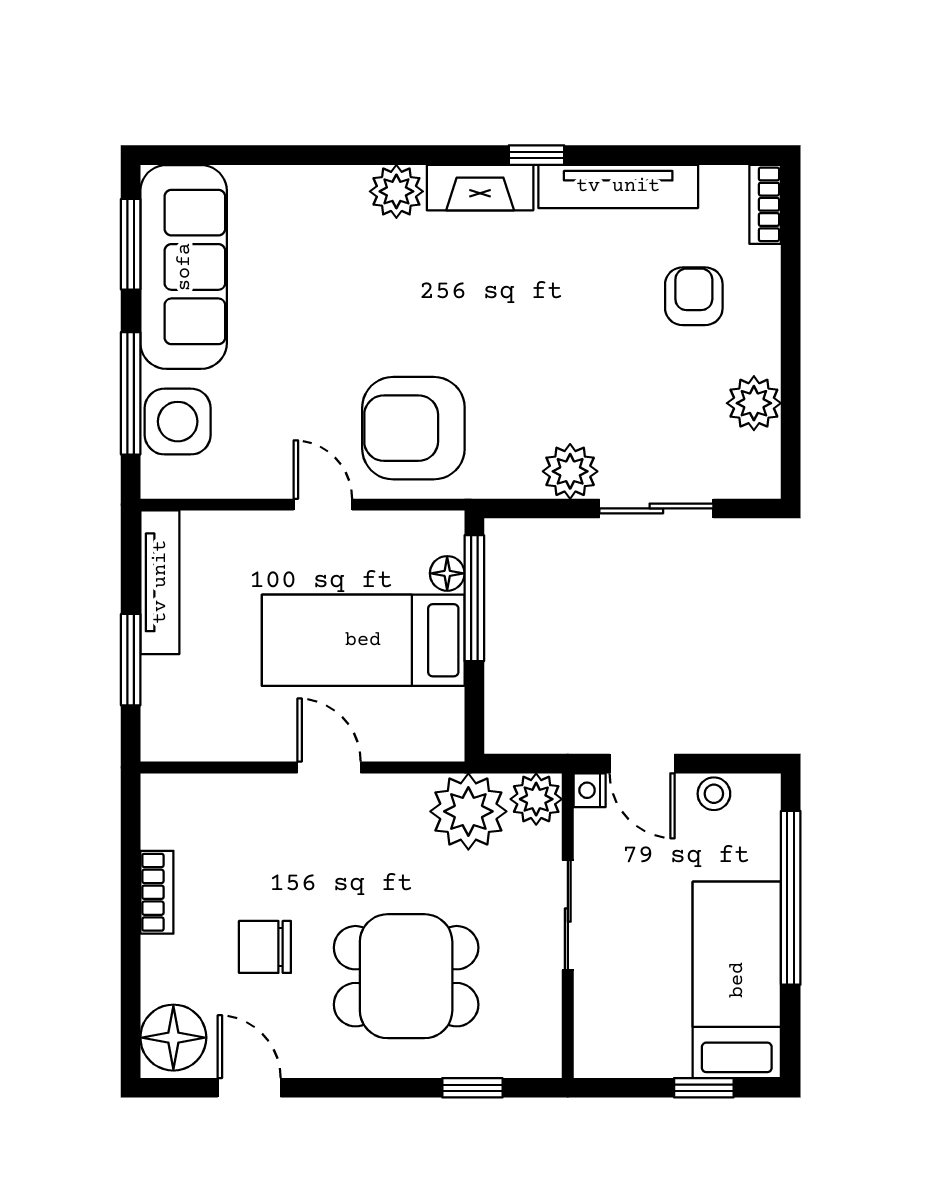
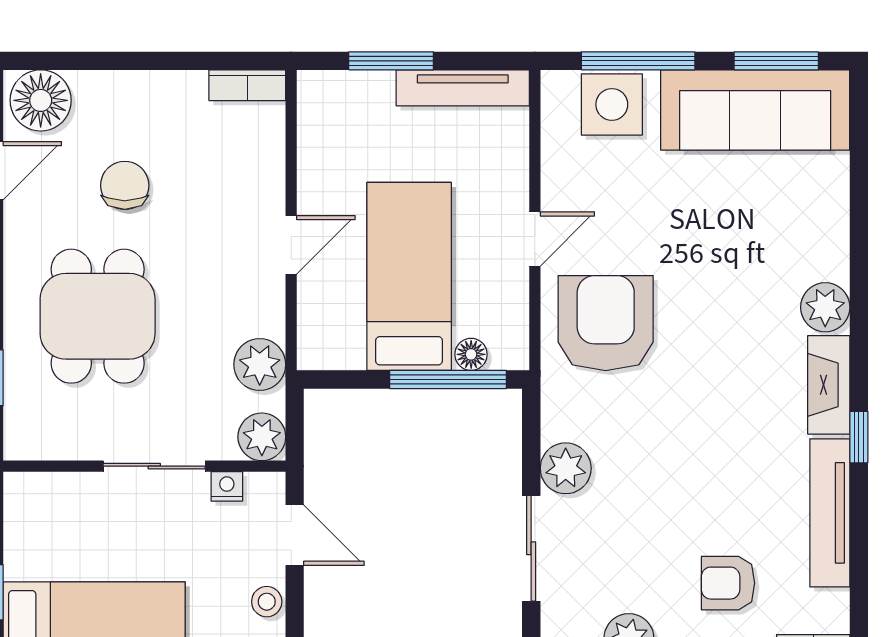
armchair: (694, 296) -> (728, 583), turned 180
door: (642, 764) -> (295, 535), swing flipped
nightstand: (590, 790) -> (227, 486), moved
plant: (468, 811) -> (260, 365), width x0.73, depth x0.73
bookcase: (157, 892) -> (247, 85), moved

